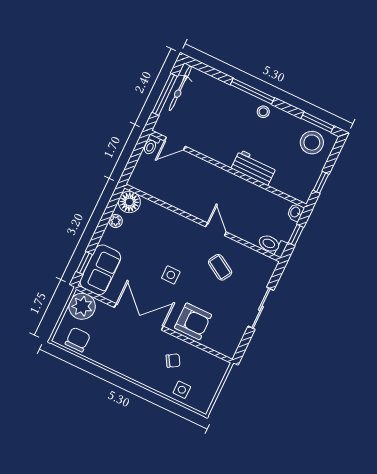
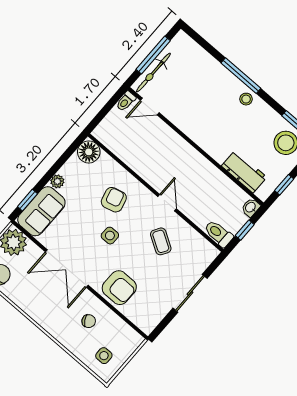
bicycle: (180, 88) -> (153, 72), moved
workbench: (254, 168) -> (244, 172), moved
plant: (116, 221) -> (57, 181), moved
armchair: (165, 240) -> (114, 200), added
double door: (139, 317) -> (67, 268), swing flipped
side table: (182, 390) -> (104, 356), moved

